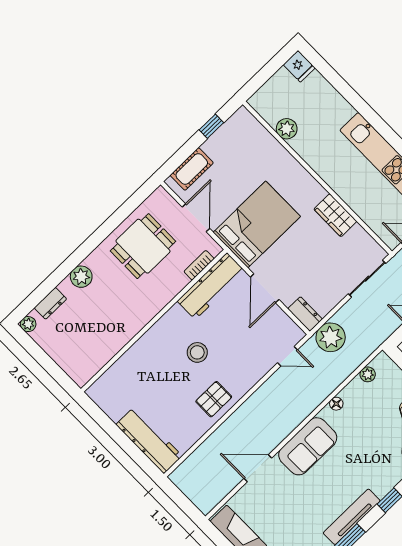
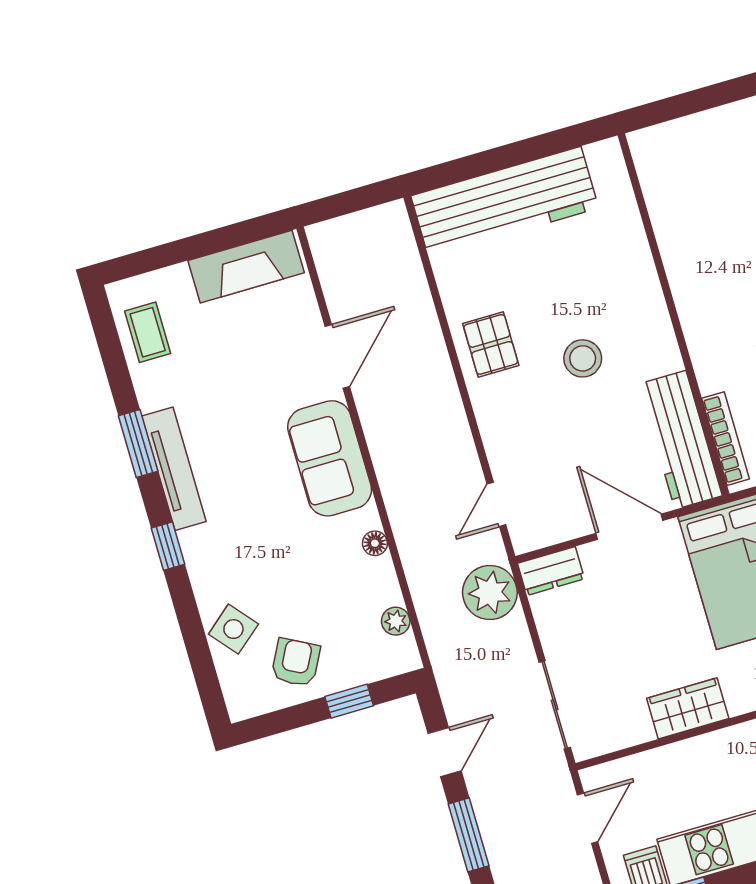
bookcase: (199, 265) -> (726, 439), width x1.56
workbench: (149, 440) -> (505, 202), width x1.36, depth x1.32

